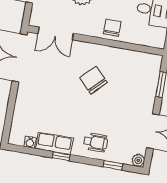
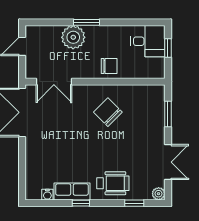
chair: (112, 28) -> (109, 66), turned 90
chair: (93, 80) -> (108, 112), moved
wheelchair: (96, 142) -> (113, 183), width x1.36, depth x1.37

